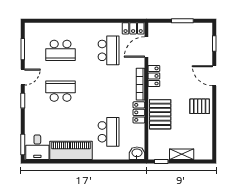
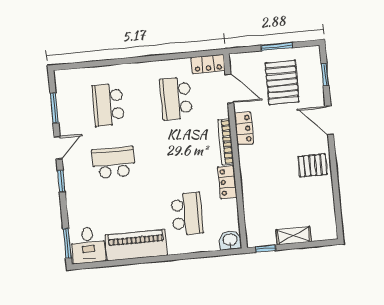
door: (146, 47) -> (229, 89), swing flipped
school desk: (61, 50) -> (108, 105), turned 90
school desk: (109, 50) -> (176, 98), turned 180
pallet: (160, 114) -> (282, 82), moved

